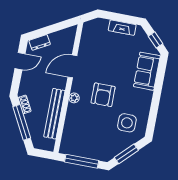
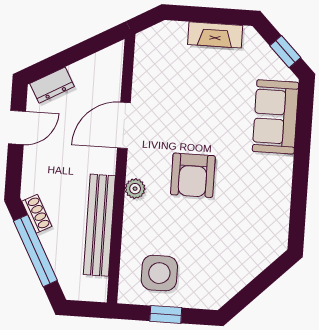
side table: (127, 123) -> (159, 273), moved
window: (126, 154) -> (254, 289), removed
window: (82, 161) -> (166, 314), width x0.46

